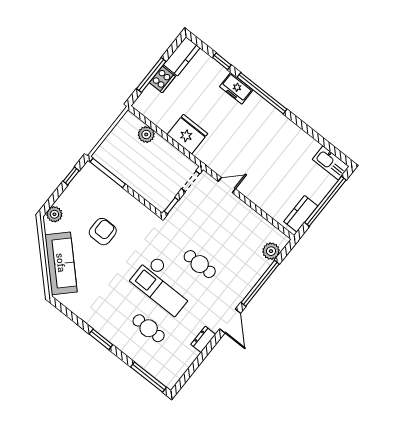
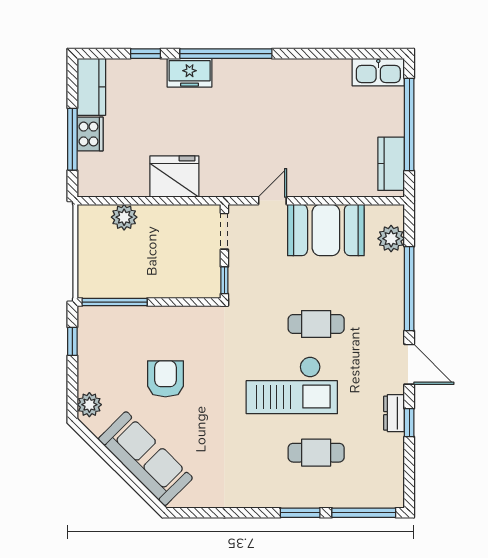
booth: (242, 221) -> (326, 230), added
window: (101, 339) -> (300, 513), moved
window: (207, 350) -> (409, 423), added

